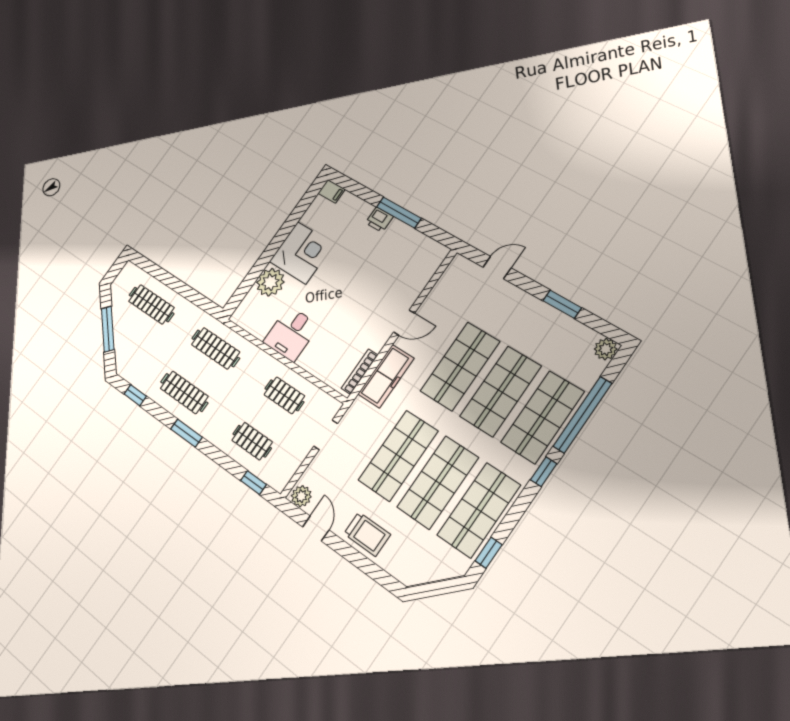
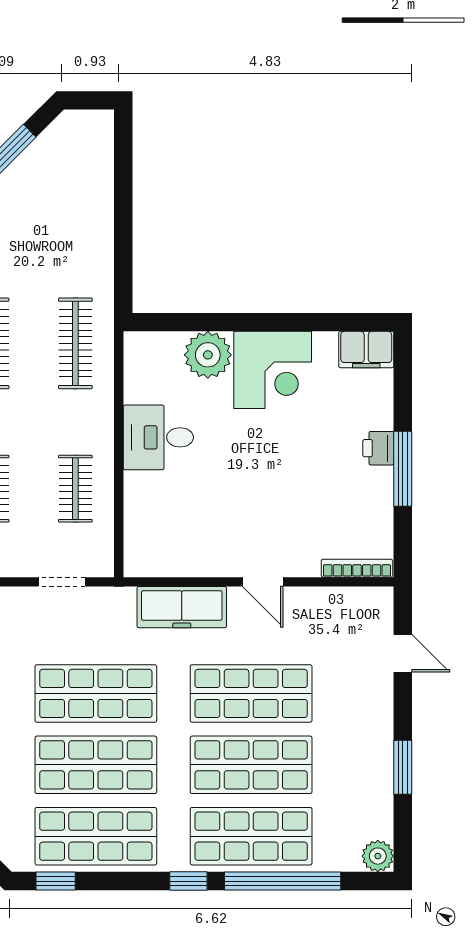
filing cabinet: (332, 191) -> (366, 350), width x2.00
clothes rail: (151, 304) -> (75, 198), removed
bookcase: (360, 372) -> (357, 568), moved

